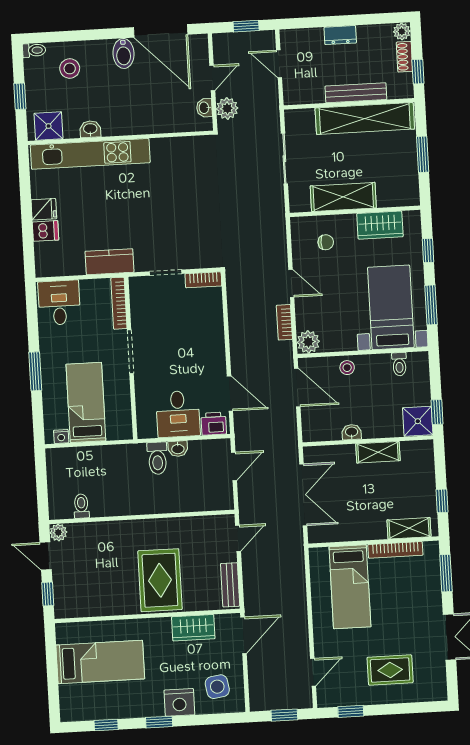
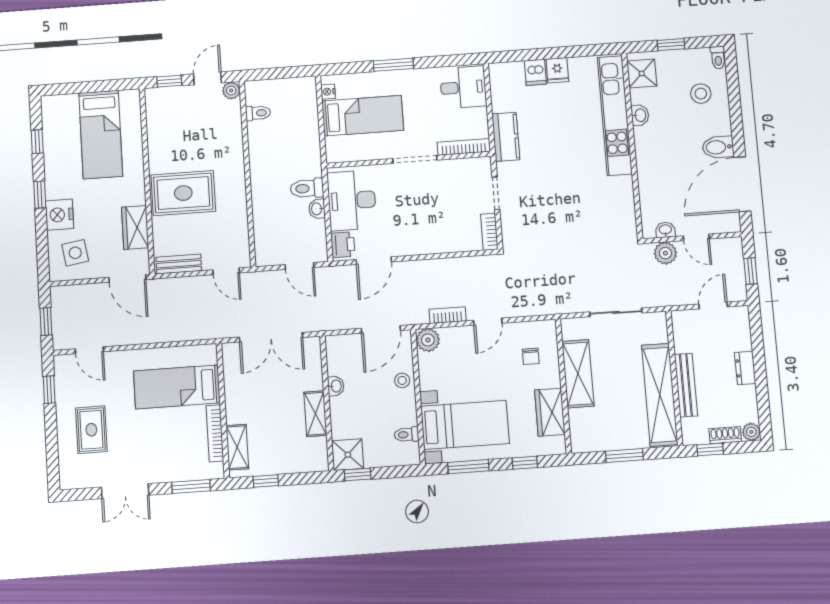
desk: (178, 414) -> (352, 200), width x1.37

